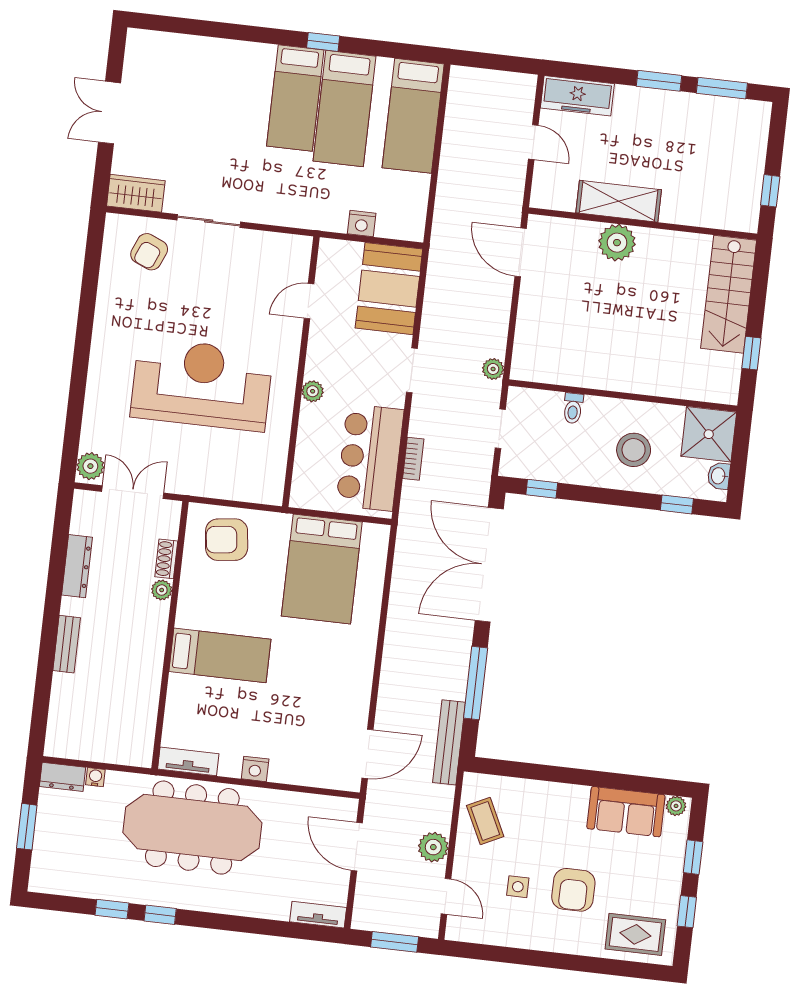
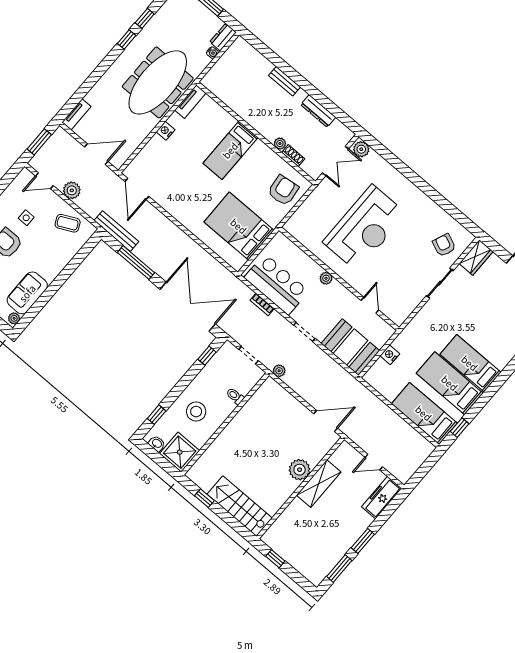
window: (323, 42) -> (460, 428), moved

